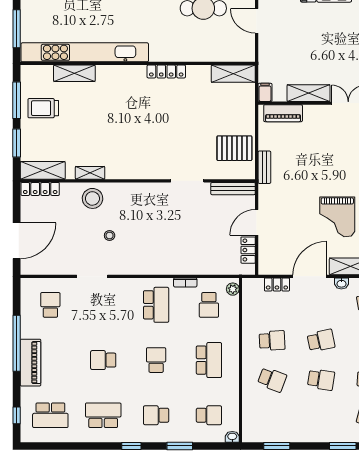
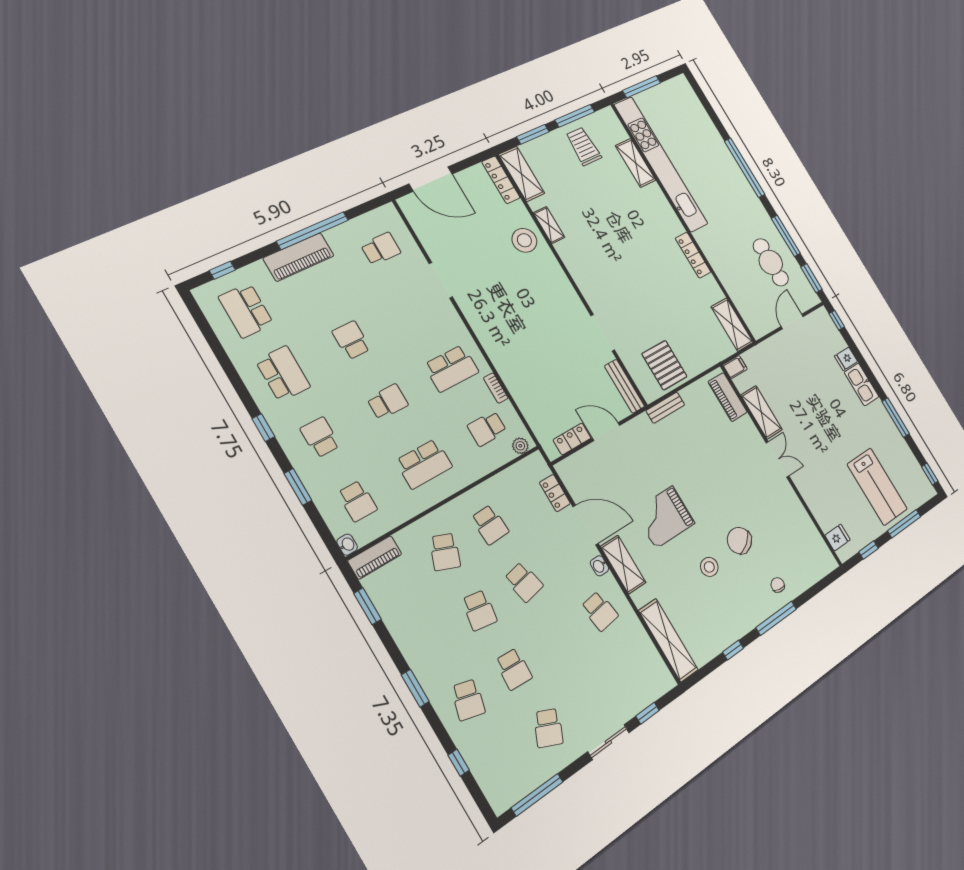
stool: (110, 235) -> (497, 278), removed
piano: (250, 425) -> (375, 557), added

